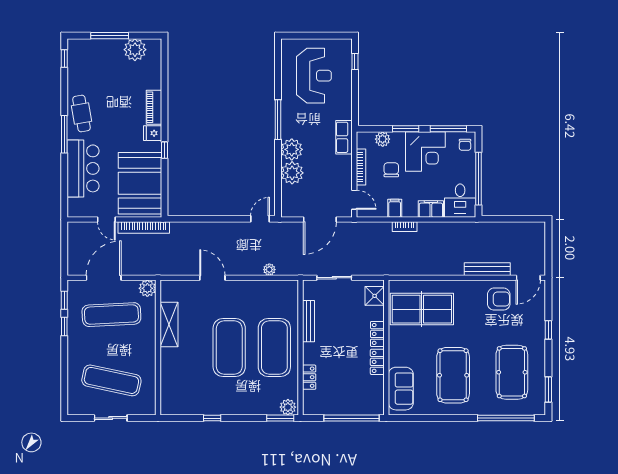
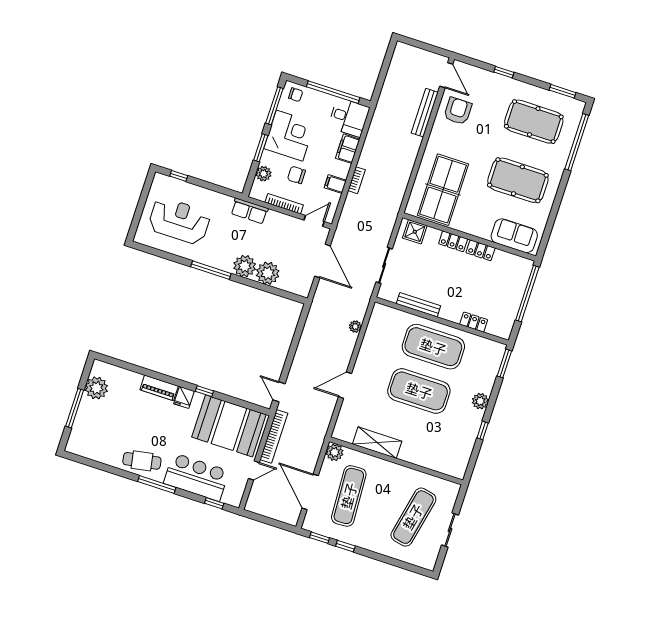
window: (64, 59) -> (214, 503), moved
door: (260, 219) -> (279, 392), moved
plant: (288, 407) -> (480, 401), moved

